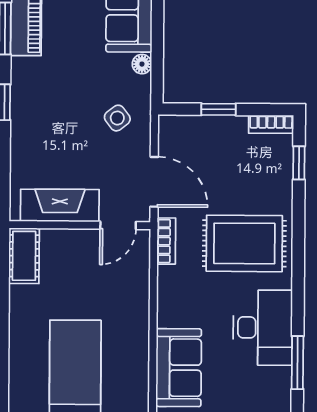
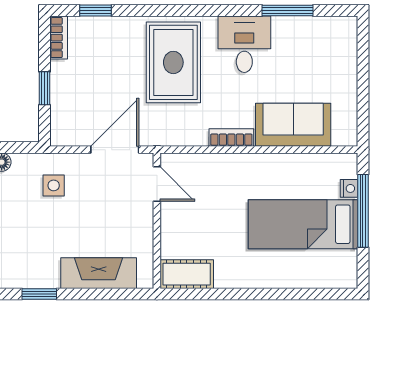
side table: (117, 118) -> (54, 185), turned 38
fireplace: (60, 205) -> (99, 273), moved, turned 90
bookcase: (166, 241) -> (231, 137), moved
desk: (263, 328) -> (244, 44), width x0.73

